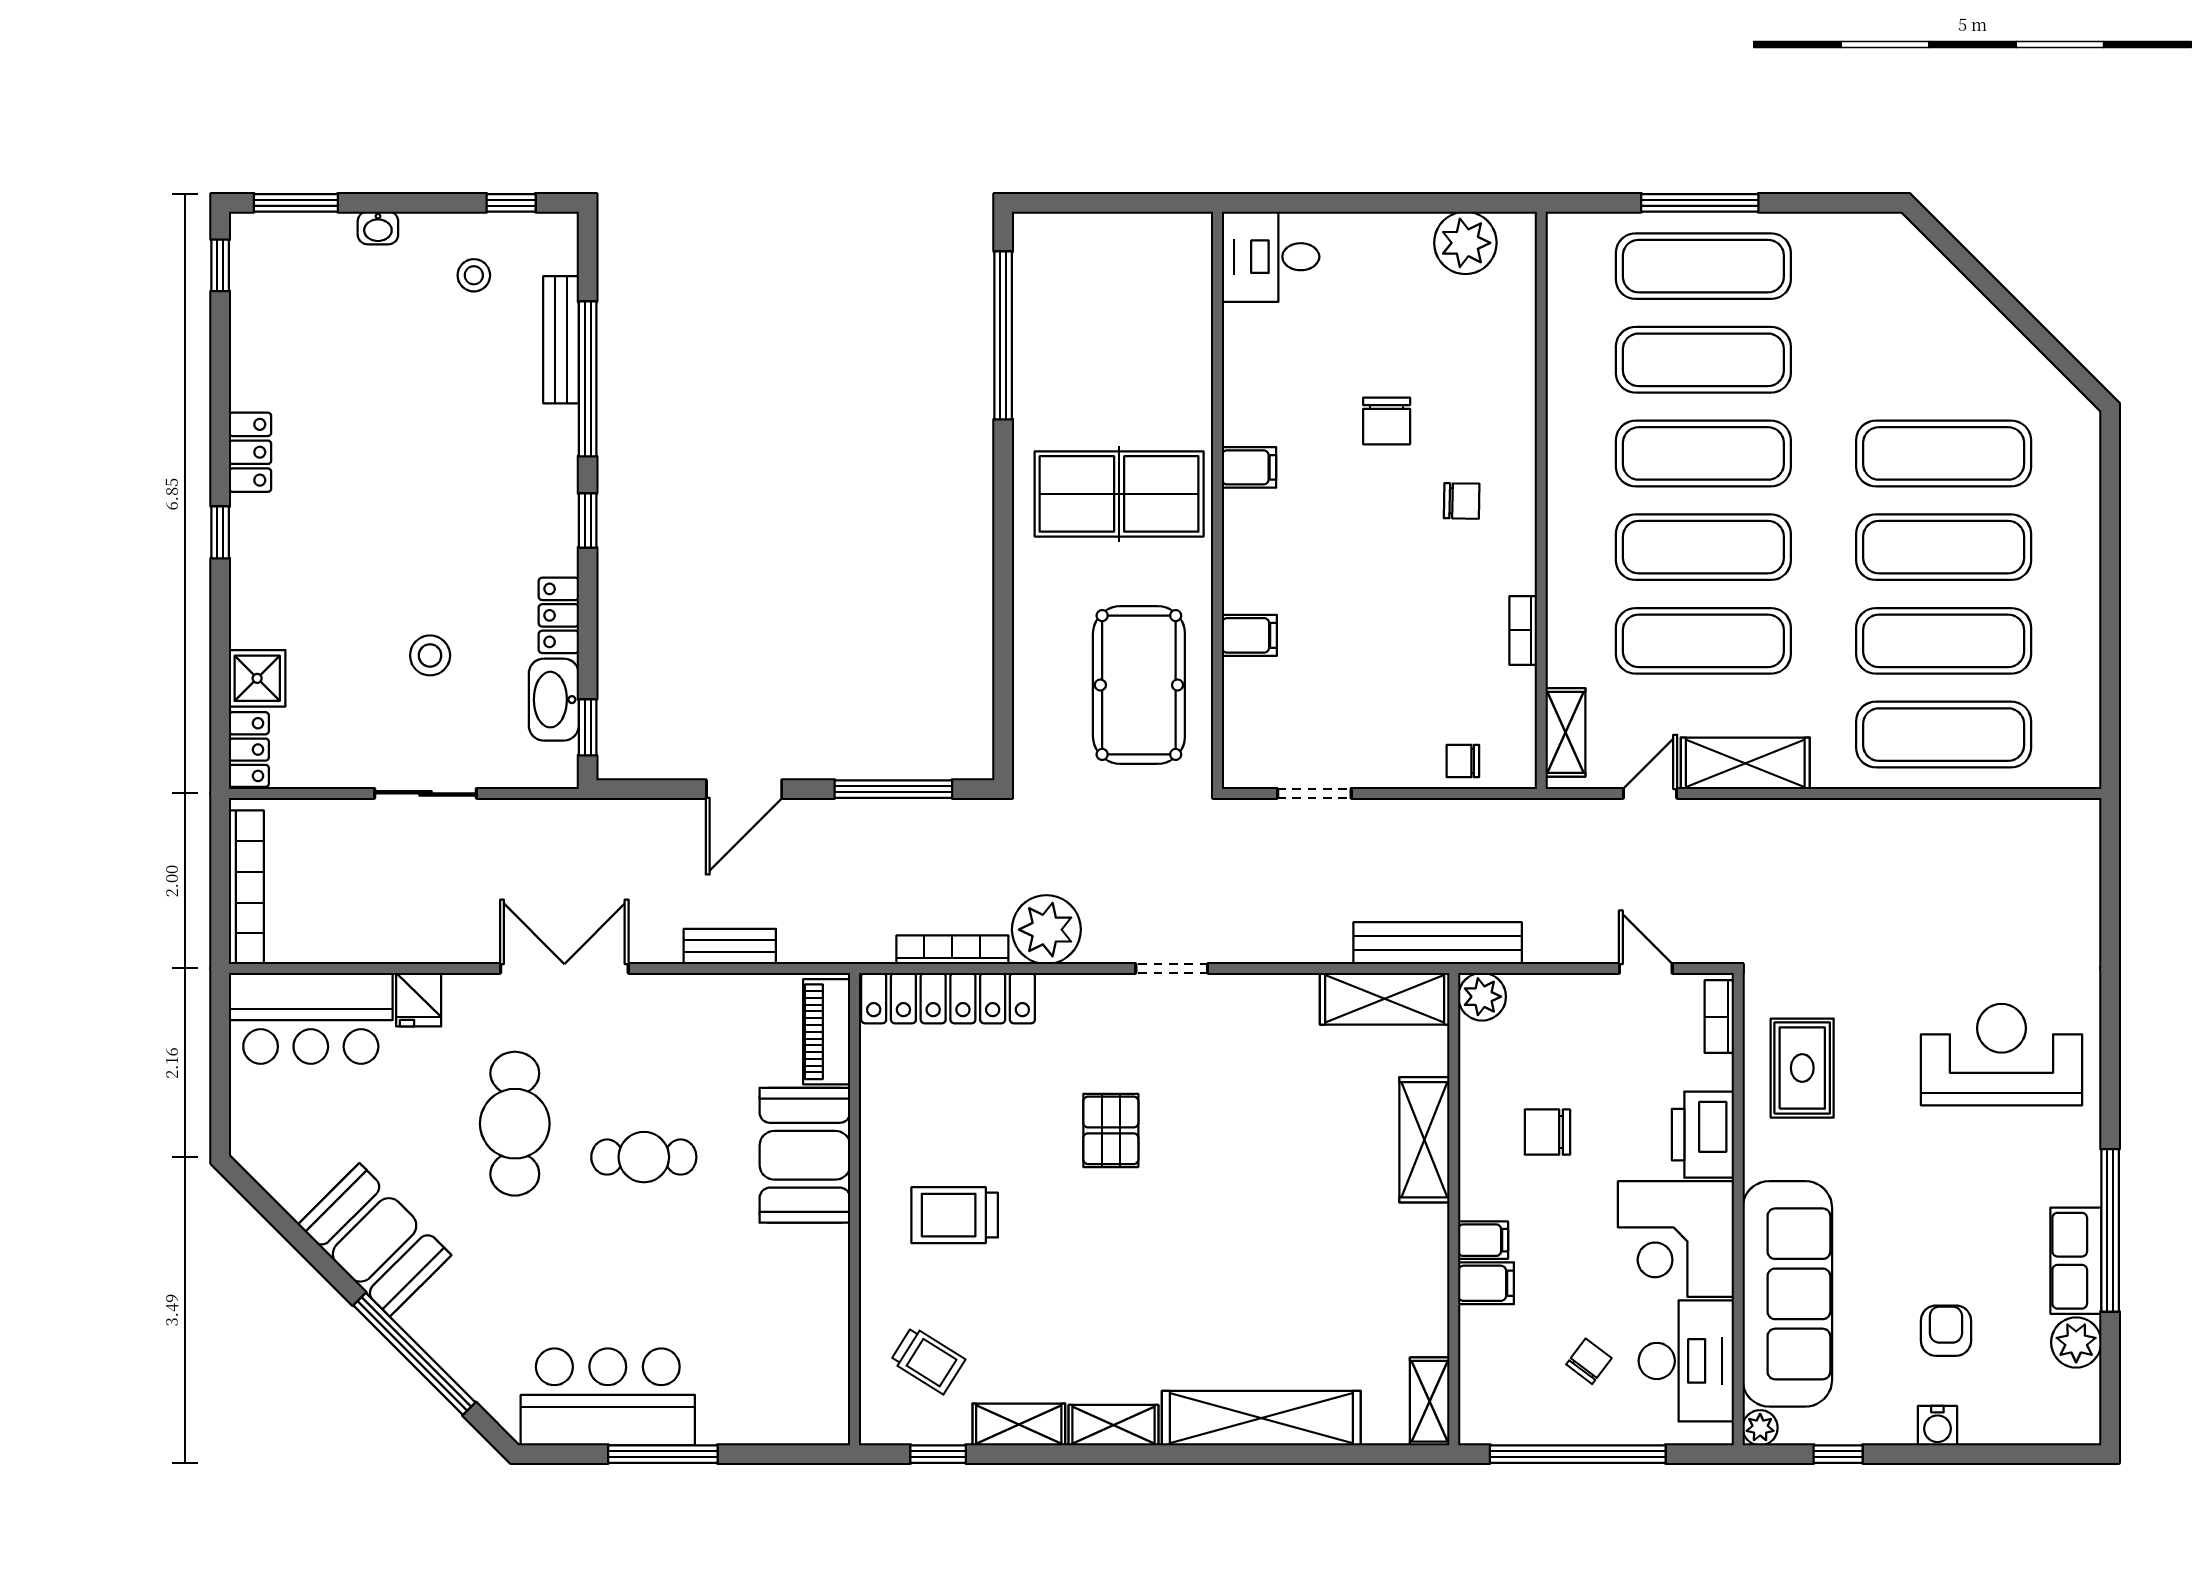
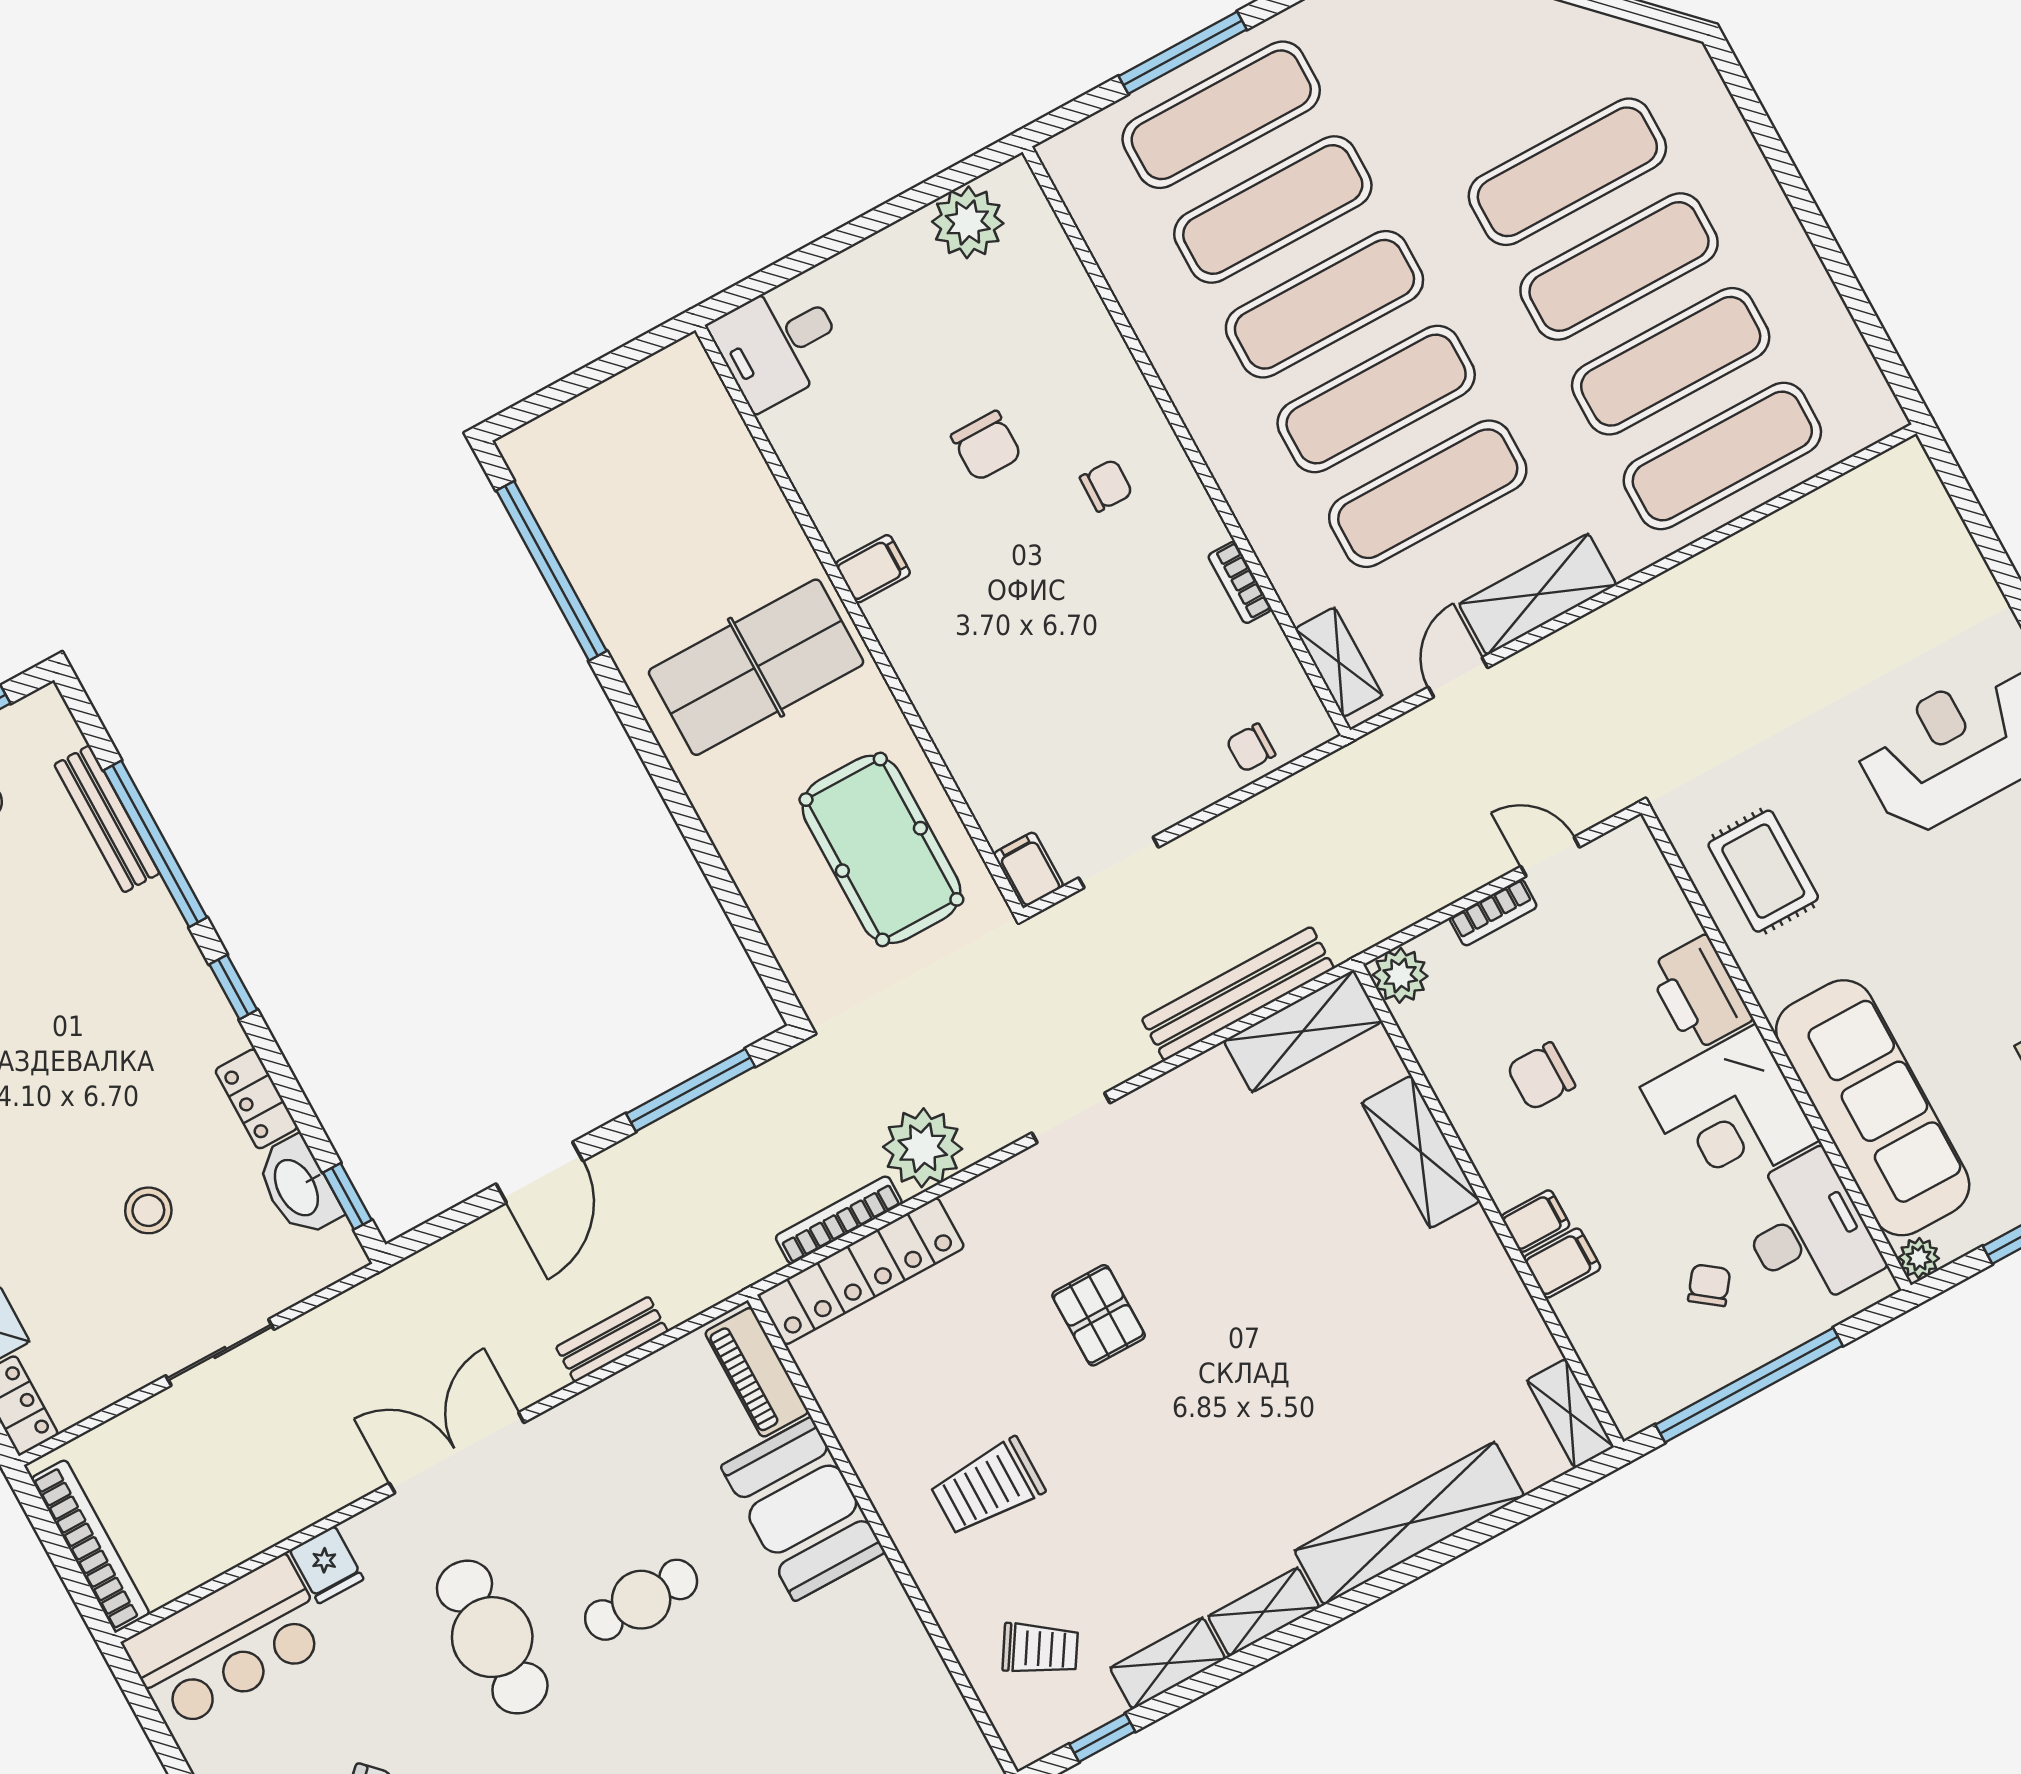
filing cabinet: (1249, 635) -> (1028, 870), moved, turned -90
bench: (1438, 943) -> (1238, 994), moved
bookcase: (1719, 1017) -> (1493, 912), moved, turned -90

